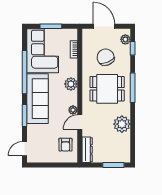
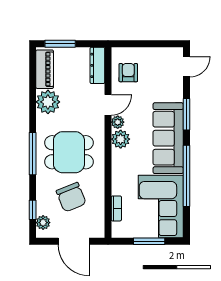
plant: (71, 84) -> (121, 139), moved
piano: (124, 147) -> (45, 69), added

